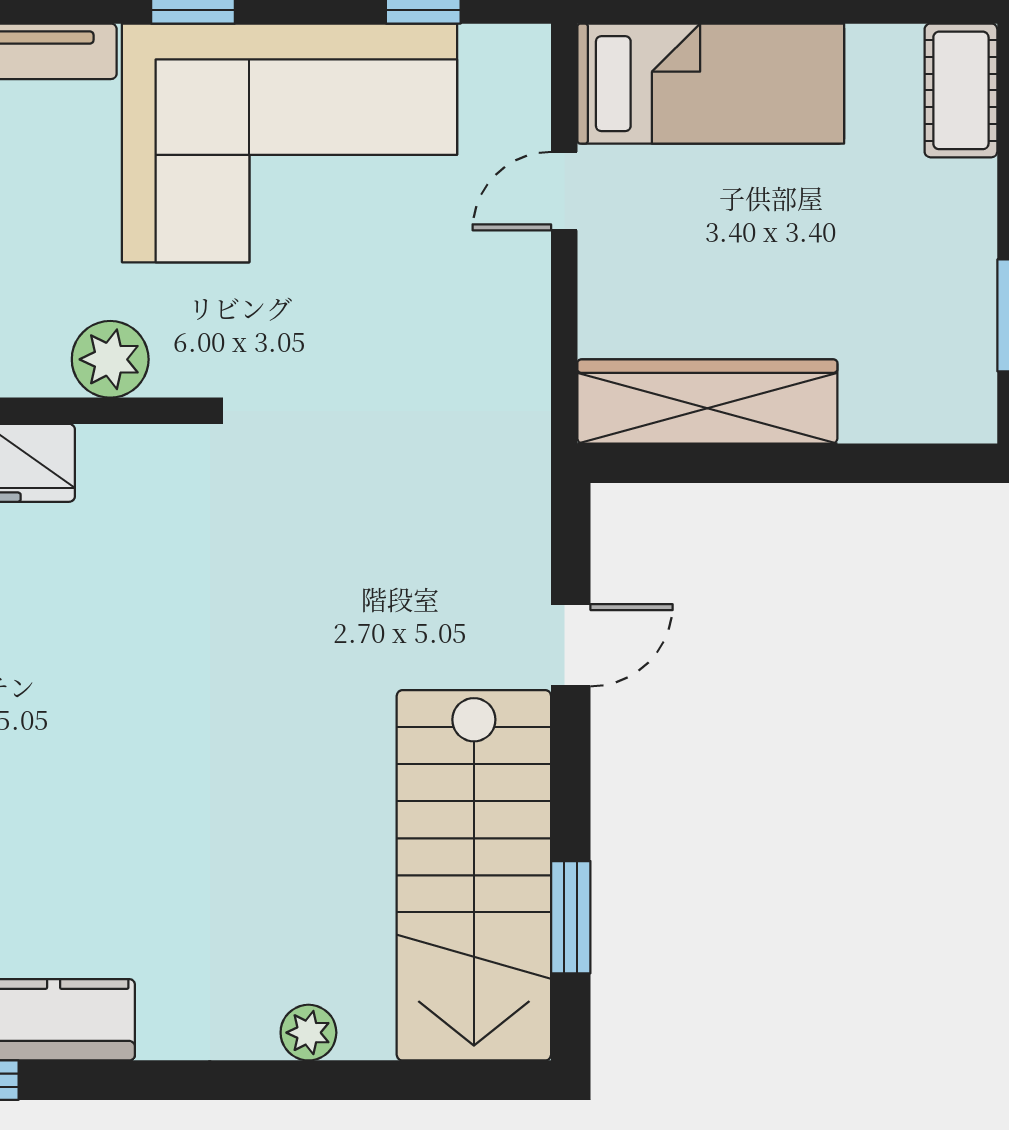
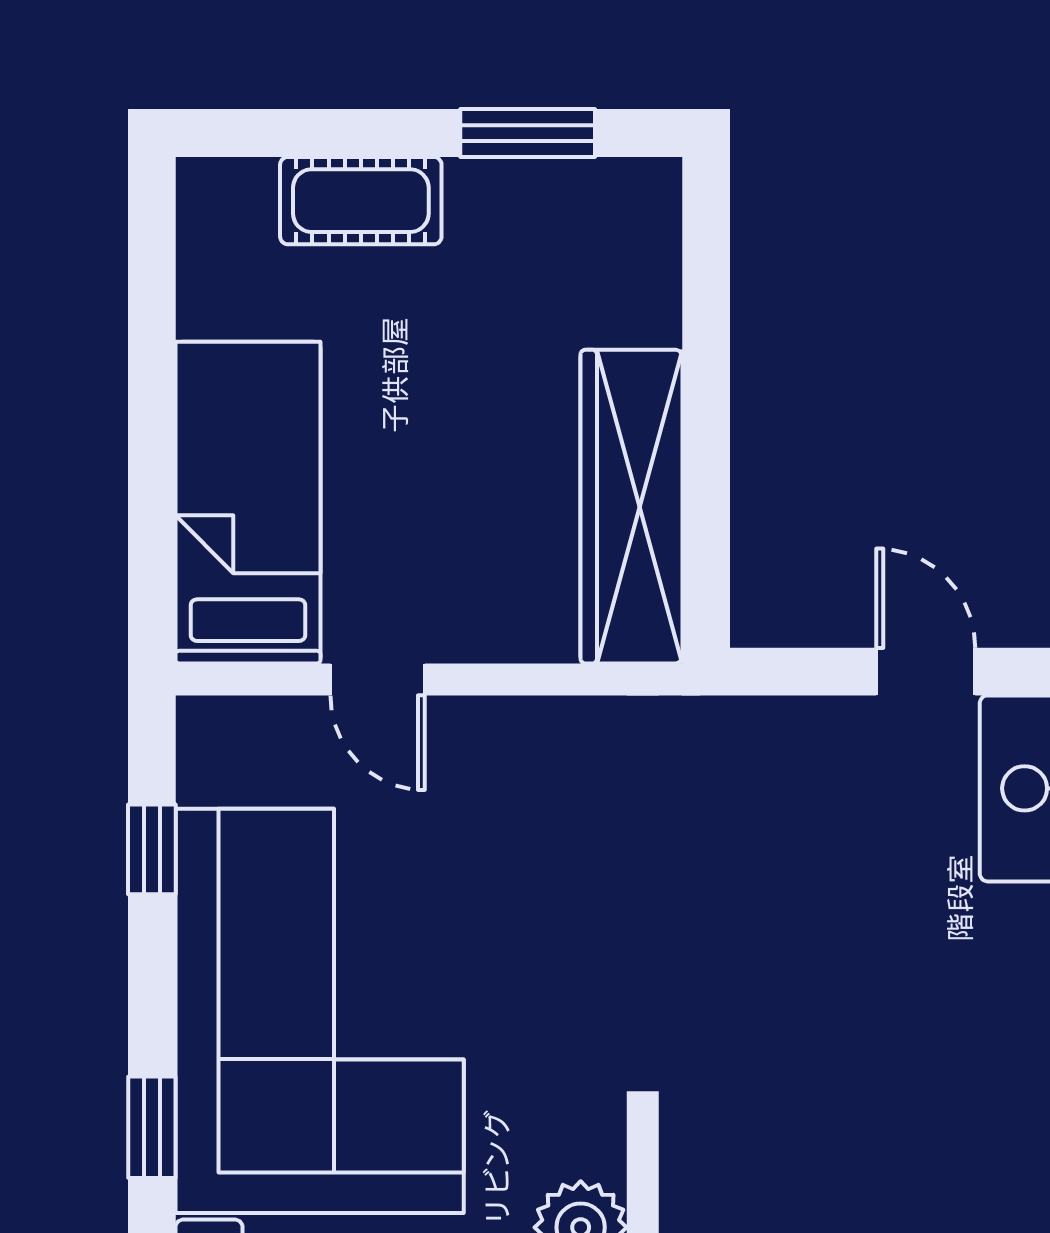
cot: (961, 90) -> (361, 201), moved

